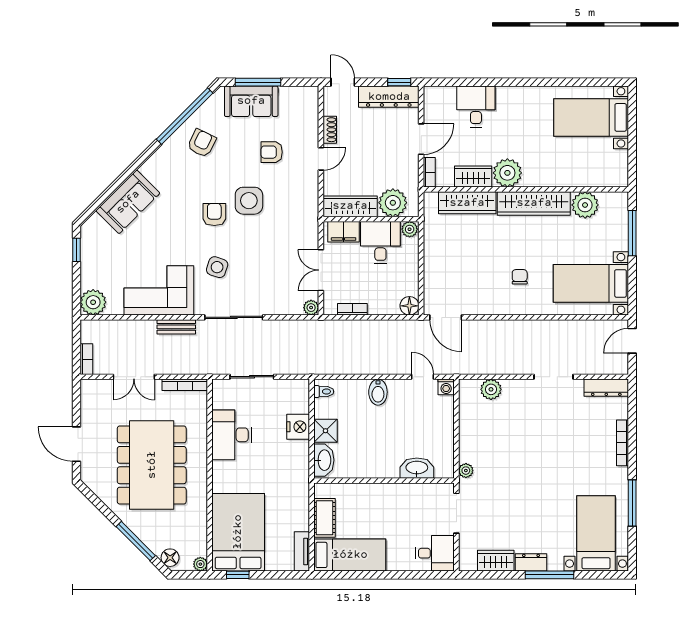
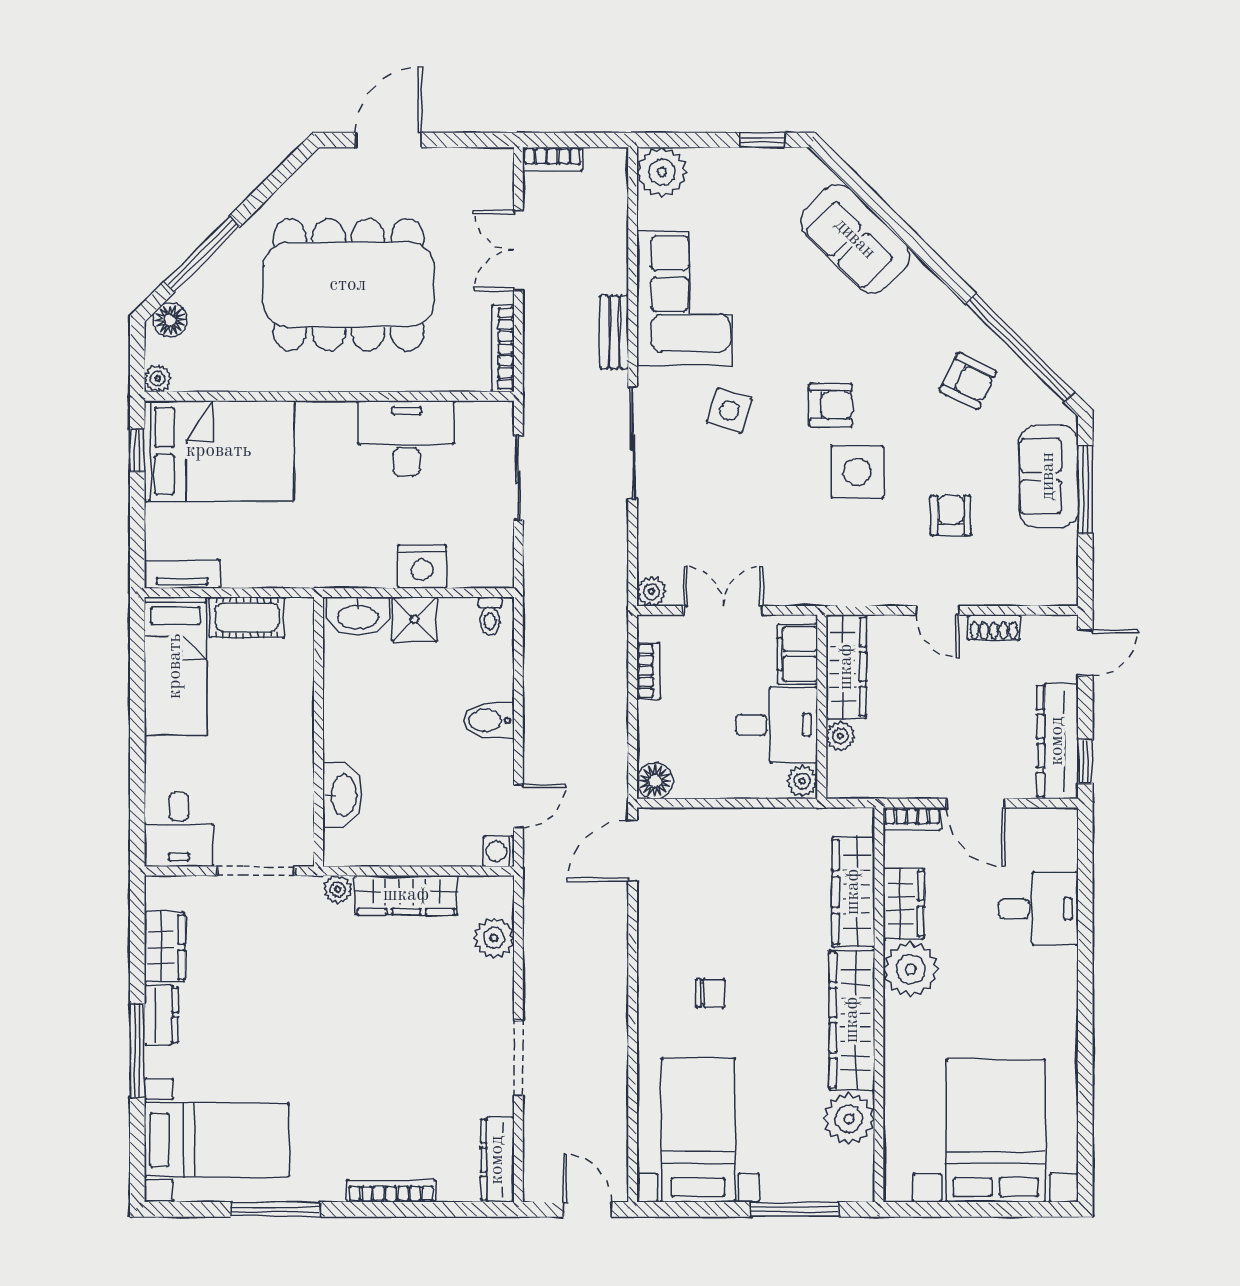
bed with nightstands: (591, 117) -> (996, 1131), width x1.36
plant: (393, 203) -> (841, 736), width x0.53, depth x0.53
wardrobe: (469, 435) -> (406, 895), added

